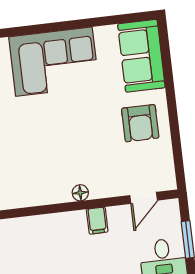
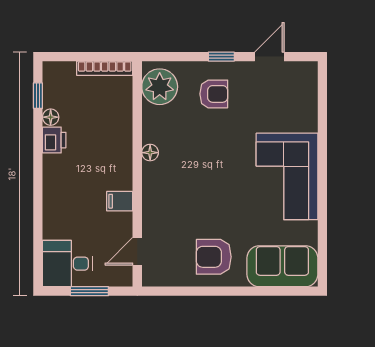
floor lamp: (80, 193) -> (150, 153), moved
door: (144, 198) -> (137, 251), hinge flipped

